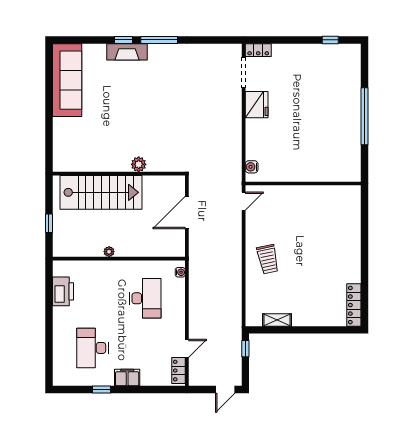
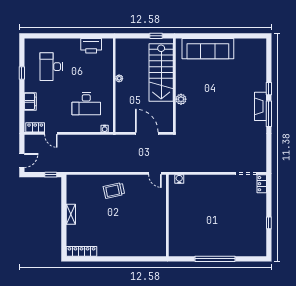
window: (330, 40) -> (269, 223), moved
fireplace: (127, 52) -> (260, 106), moved
sofa: (67, 80) -> (208, 49), moved
fridge: (257, 105) -> (223, 183), removed
window: (49, 223) -> (156, 36), moved
shelving: (277, 320) -> (71, 214), moved
desk: (93, 348) -> (51, 67), turned -90
filing cabinet: (127, 378) -> (30, 101), moved
door: (225, 389) -> (22, 160), swing flipped

